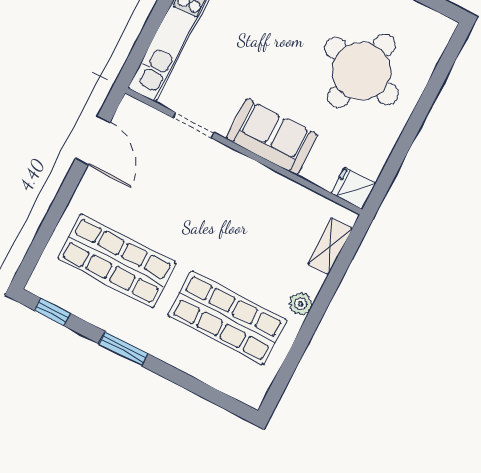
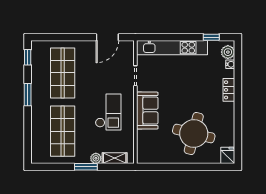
fridge: (353, 188) -> (228, 155), moved
checkout: (236, 213) -> (108, 112), added
plant: (301, 304) -> (96, 158), moved
window: (318, 309) -> (86, 167), added

